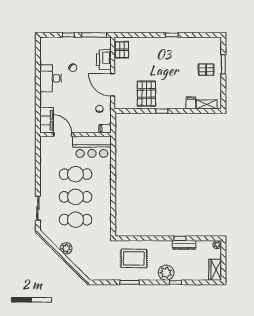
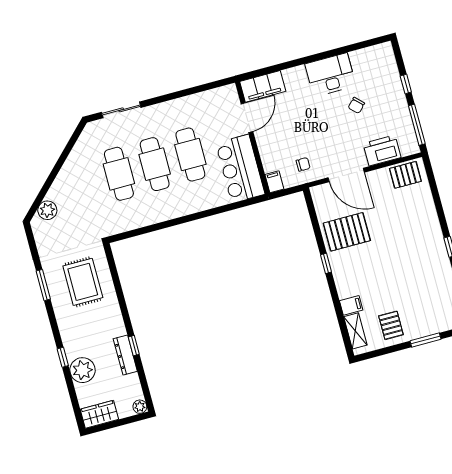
pallet: (206, 70) -> (391, 325), moved
door: (113, 85) -> (346, 175), swing flipped
plant: (66, 248) -> (47, 210), moved
plant: (166, 273) -> (82, 370), moved

